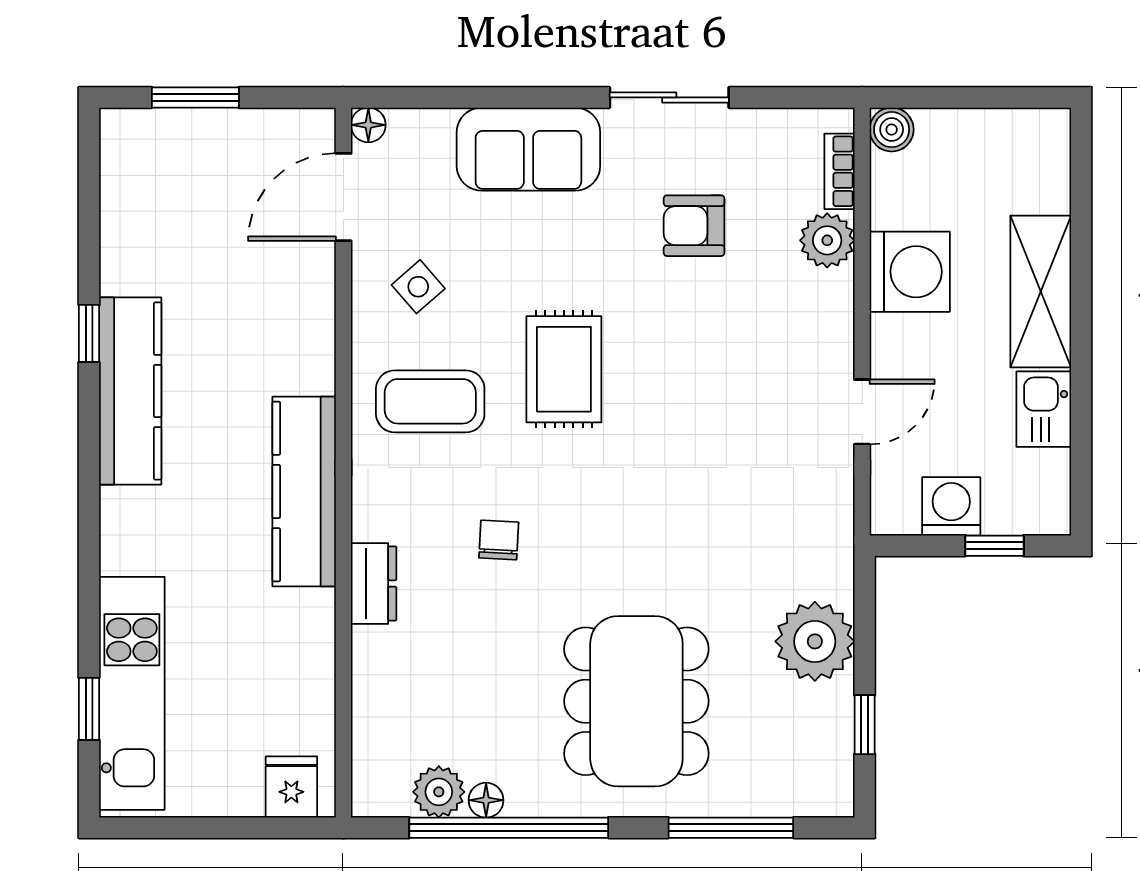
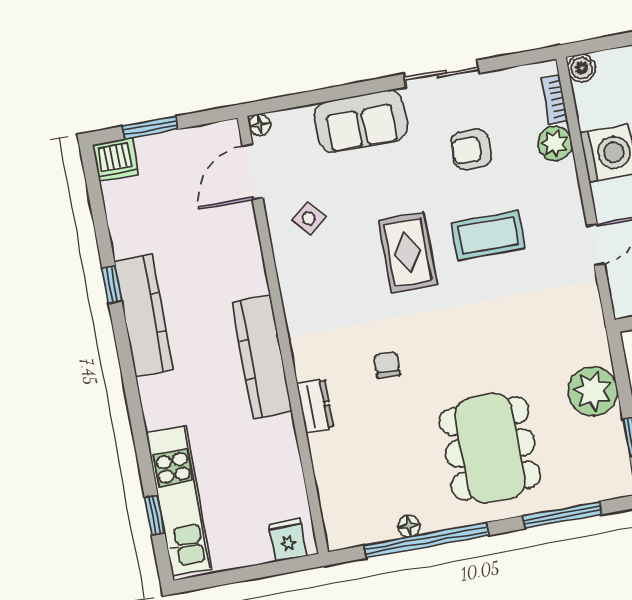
dishwasher: (131, 138) -> (116, 160), added
coffee table: (430, 401) -> (488, 235), moved
plant: (439, 792) -> (379, 526), removed

